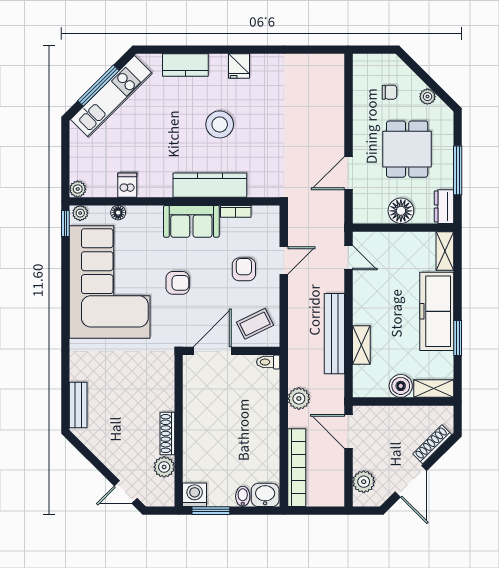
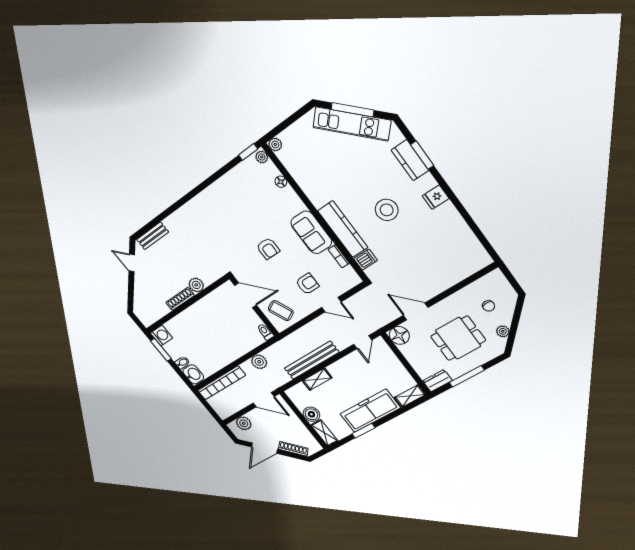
window: (188, 50) -> (422, 155), added
dishwasher: (127, 185) -> (366, 259), moved
floor lamp: (401, 211) -> (399, 335), moved
corner sofa: (110, 282) -> (236, 206), removed
door: (348, 431) -> (264, 400), swing flipped
plant: (164, 467) -> (196, 285), moved
door: (126, 492) -> (132, 263), moved

